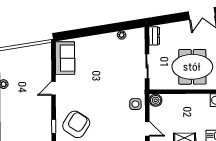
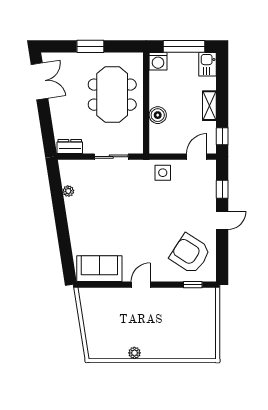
door: (54, 88) -> (141, 285), swing flipped
boiler: (156, 100) -> (158, 115), moved

